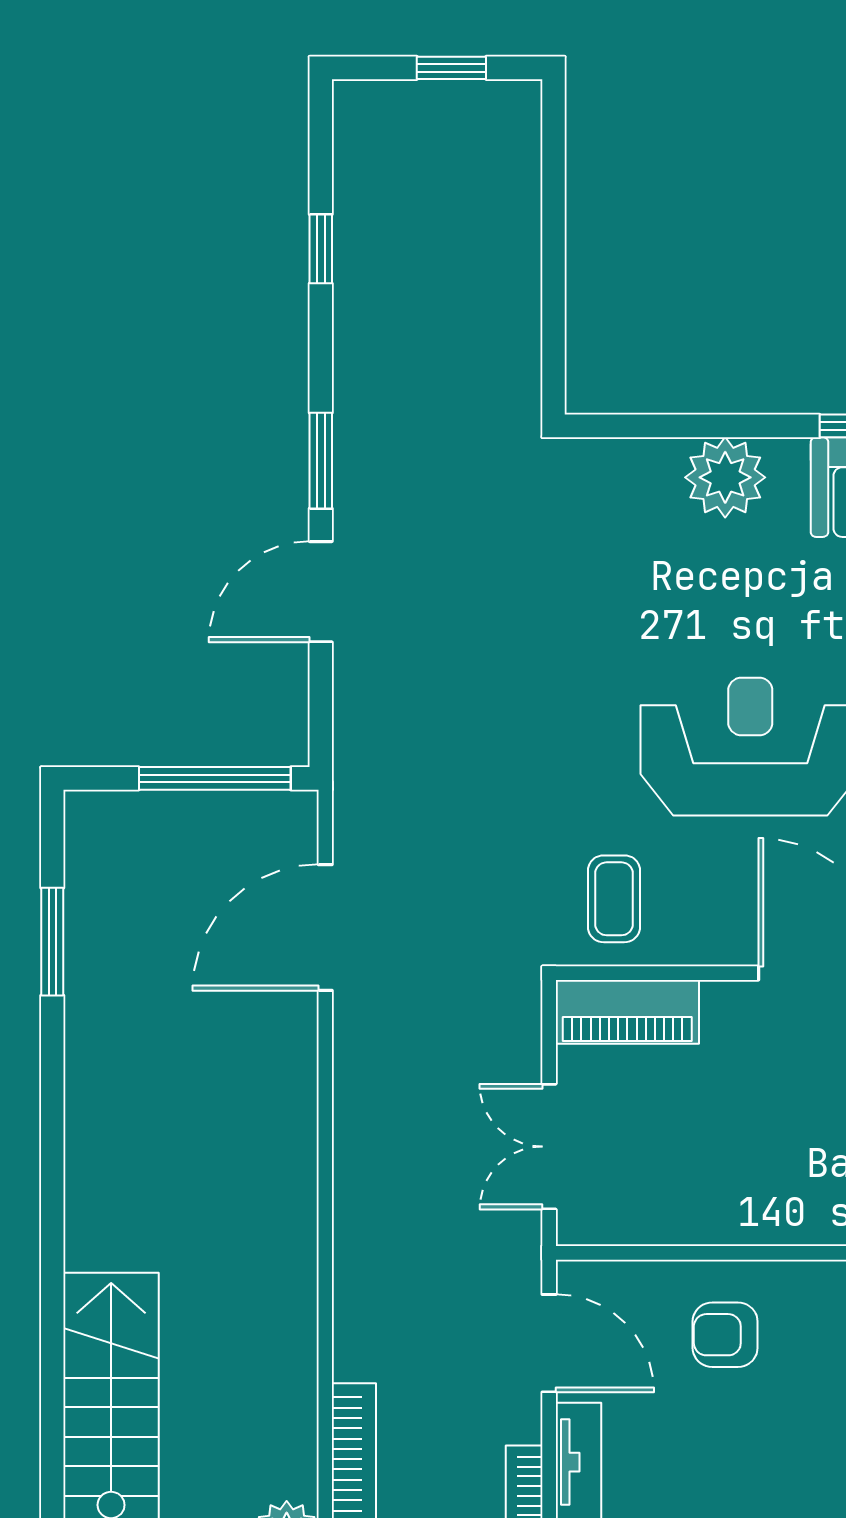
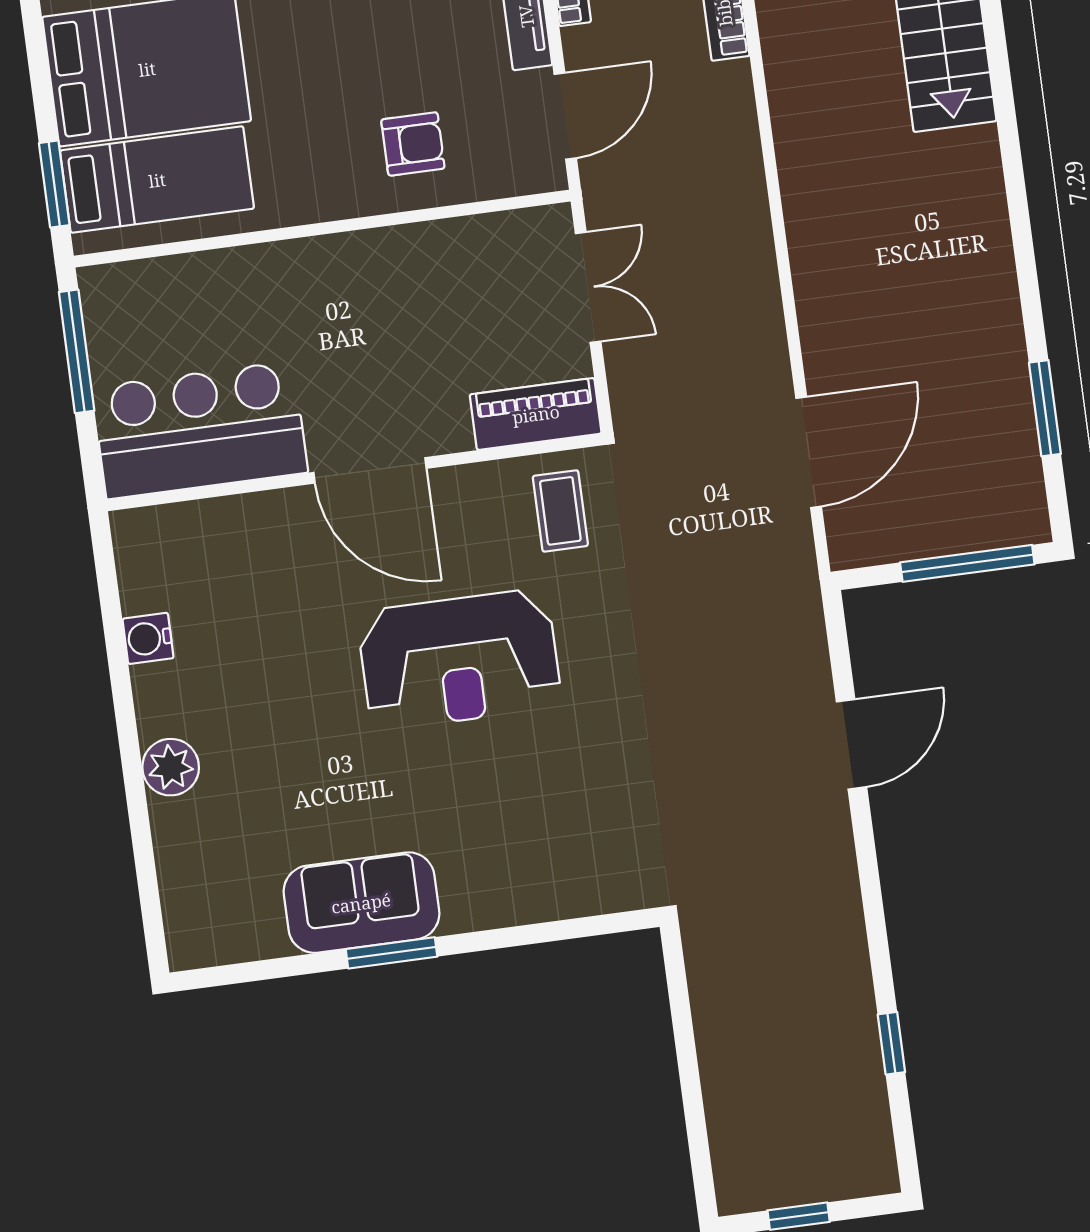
window: (321, 461) -> (867, 859), removed
plant: (725, 477) -> (512, 891), removed
window: (215, 778) -> (967, 563), moved
door: (549, 1343) -> (565, 116), swing flipped

